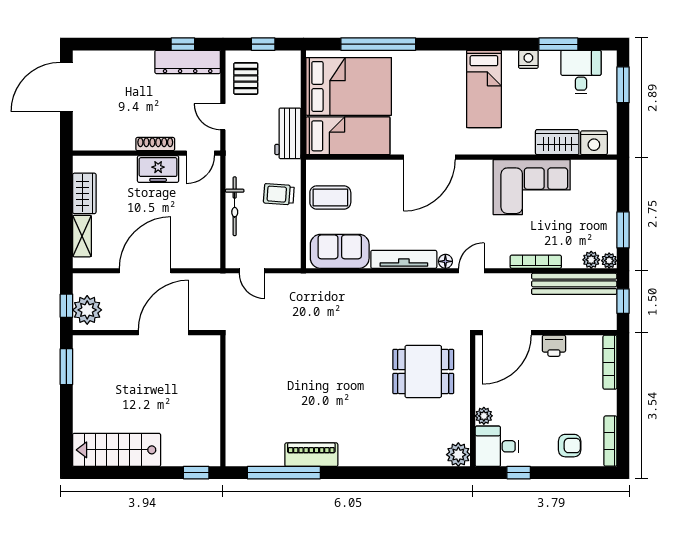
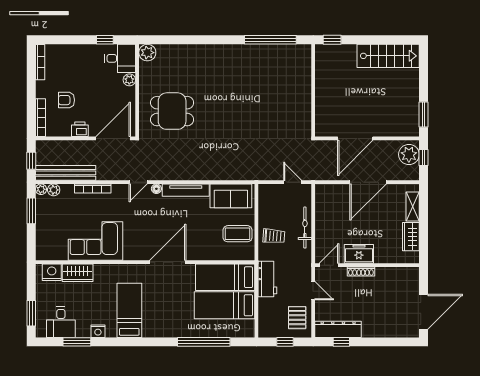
bed: (349, 86) -> (225, 305), width x0.67
armchair: (570, 446) -> (66, 100), moved
piano: (311, 455) -> (251, 52), removed

